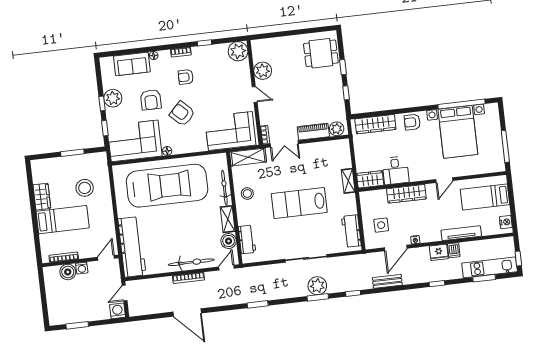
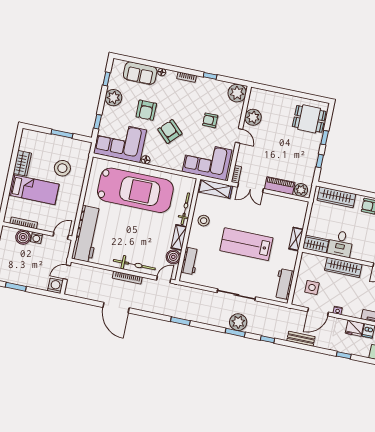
armchair: (186, 77) -> (210, 120), moved
window: (102, 103) -> (107, 79), moved

